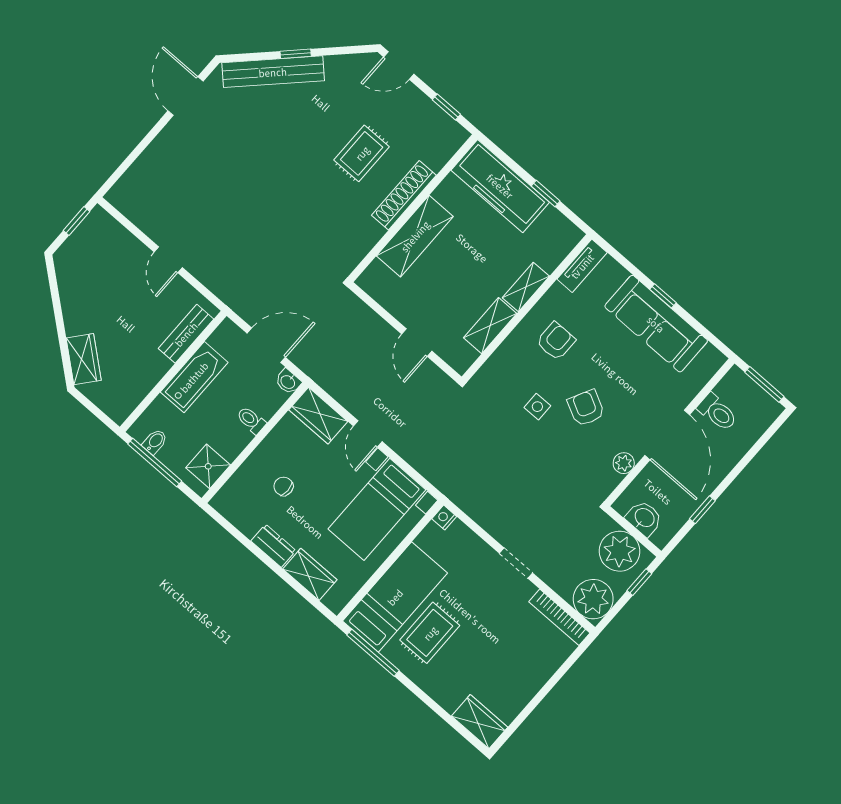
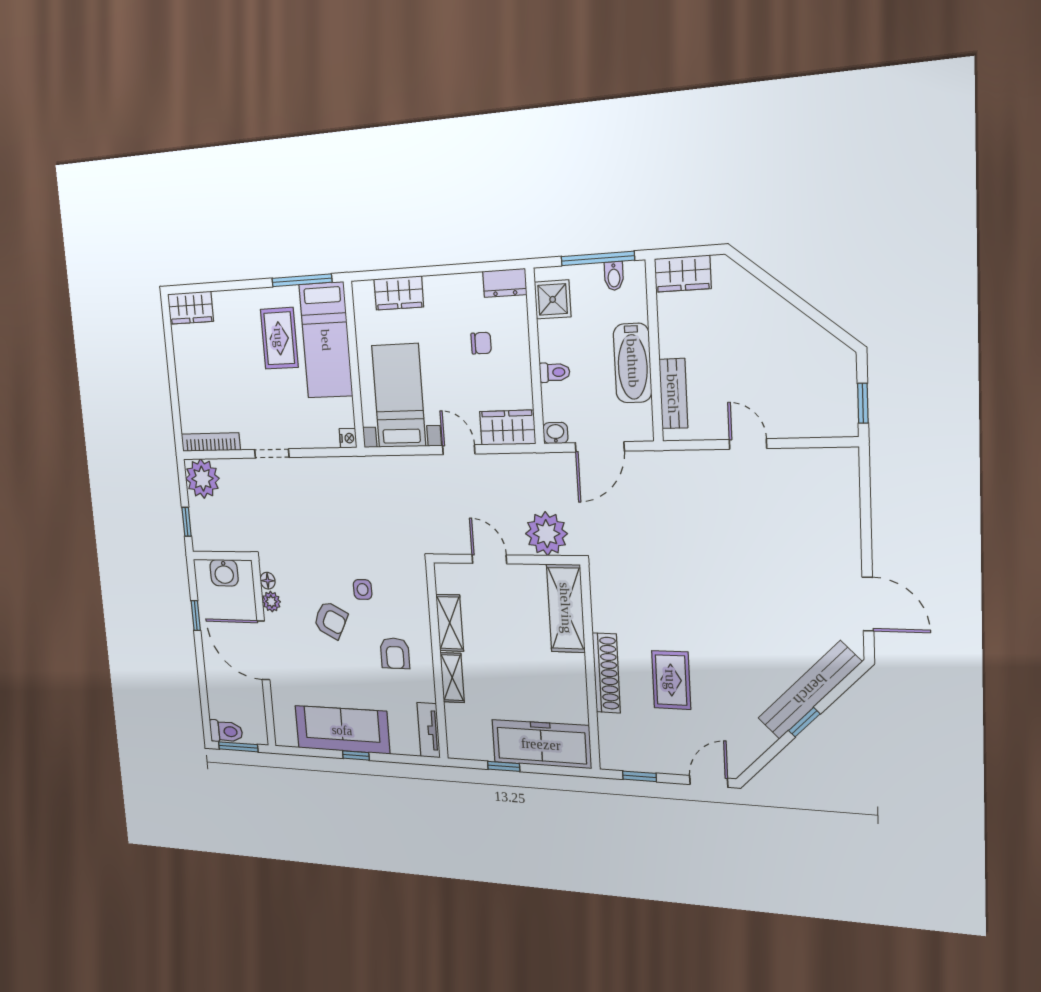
shelving: (415, 236) -> (566, 608), moved
wardrobe: (84, 359) -> (683, 274), moved, turned -39
toilet: (717, 412) -> (226, 731), moved, turned 180
floor lamp: (612, 480) -> (268, 581), added
dresser: (273, 546) -> (505, 283), moved
plant: (620, 551) -> (546, 534), moved

